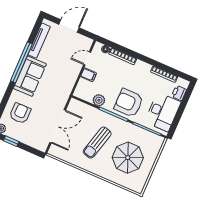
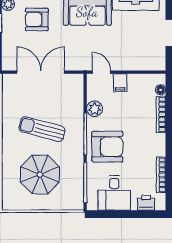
door: (87, 58) -> (101, 72), moved
armchair: (129, 103) -> (107, 147), turned 90
desk: (163, 112) -> (114, 193), width x0.73
armchair: (20, 113) -> (37, 19), turned 180
double door: (58, 126) -> (41, 72), swing flipped

